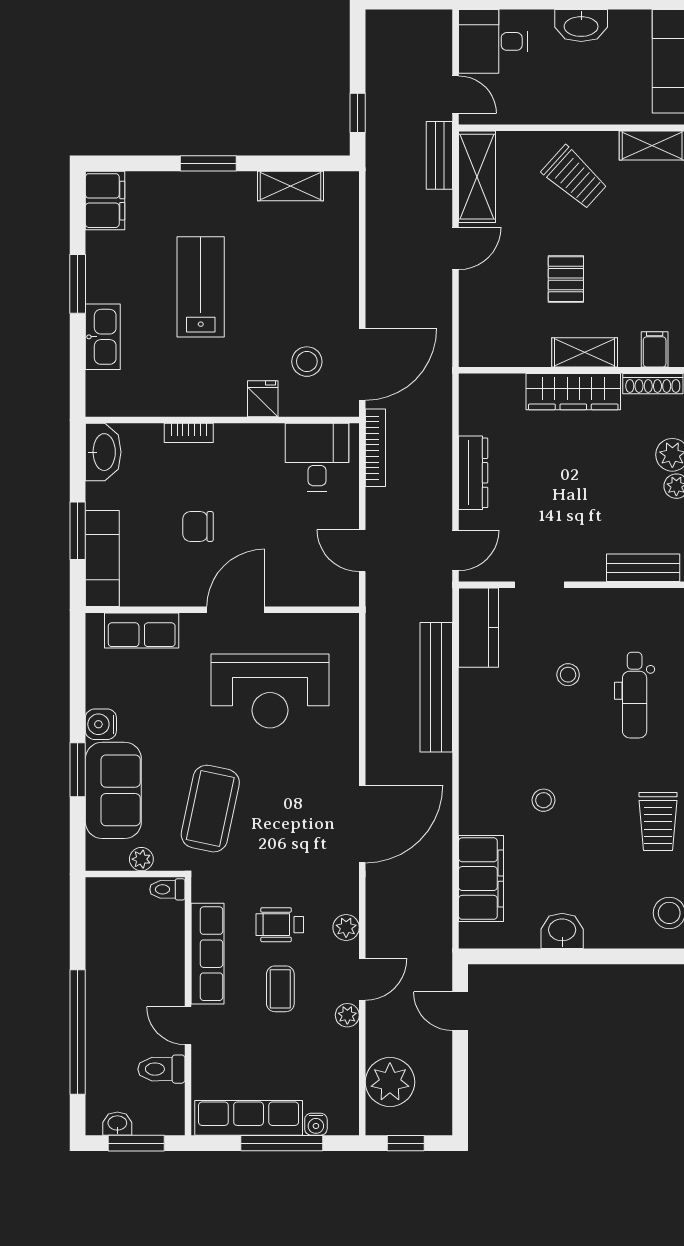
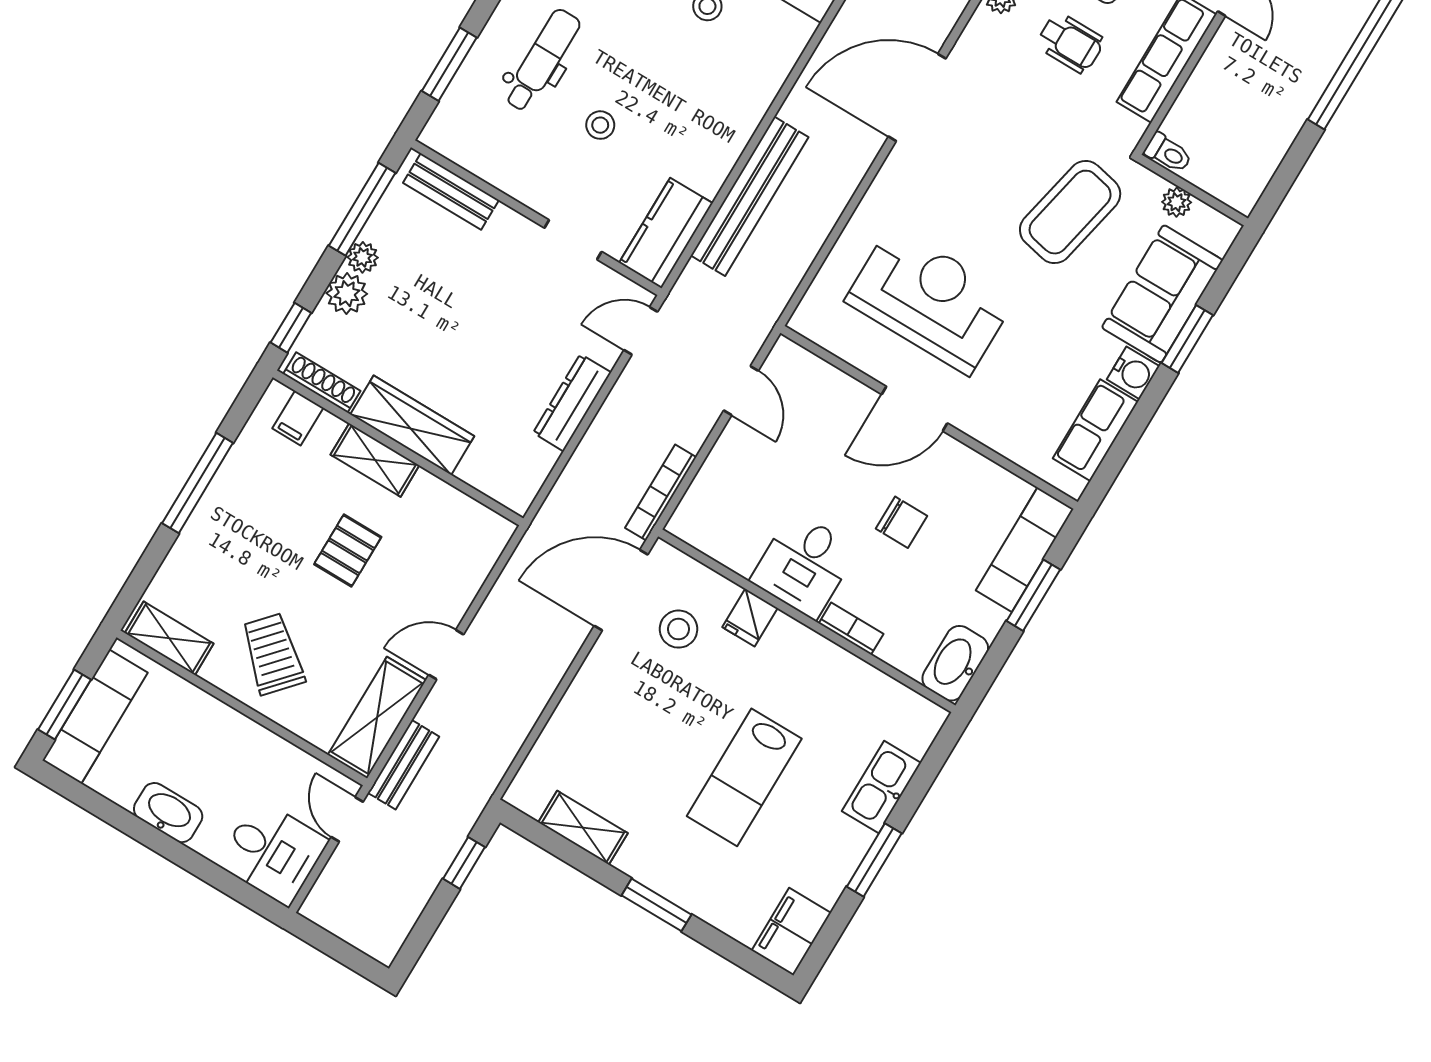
desk: (317, 457) -> (804, 565), moved
row of seats: (142, 630) -> (1095, 430), moved, turned -90

